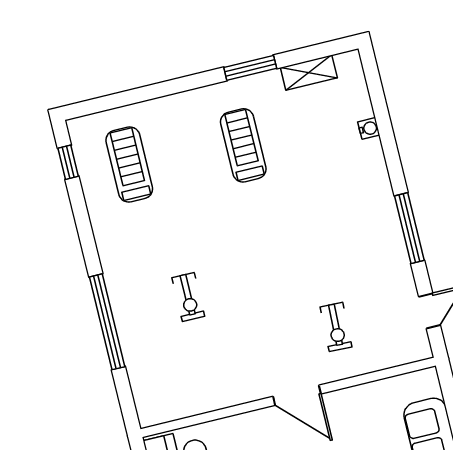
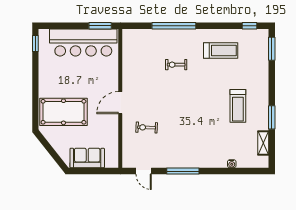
window: (105, 103) -> (272, 49), added
treadmill: (243, 145) -> (238, 106), turned 90
treadmill: (129, 165) -> (221, 50), moved

